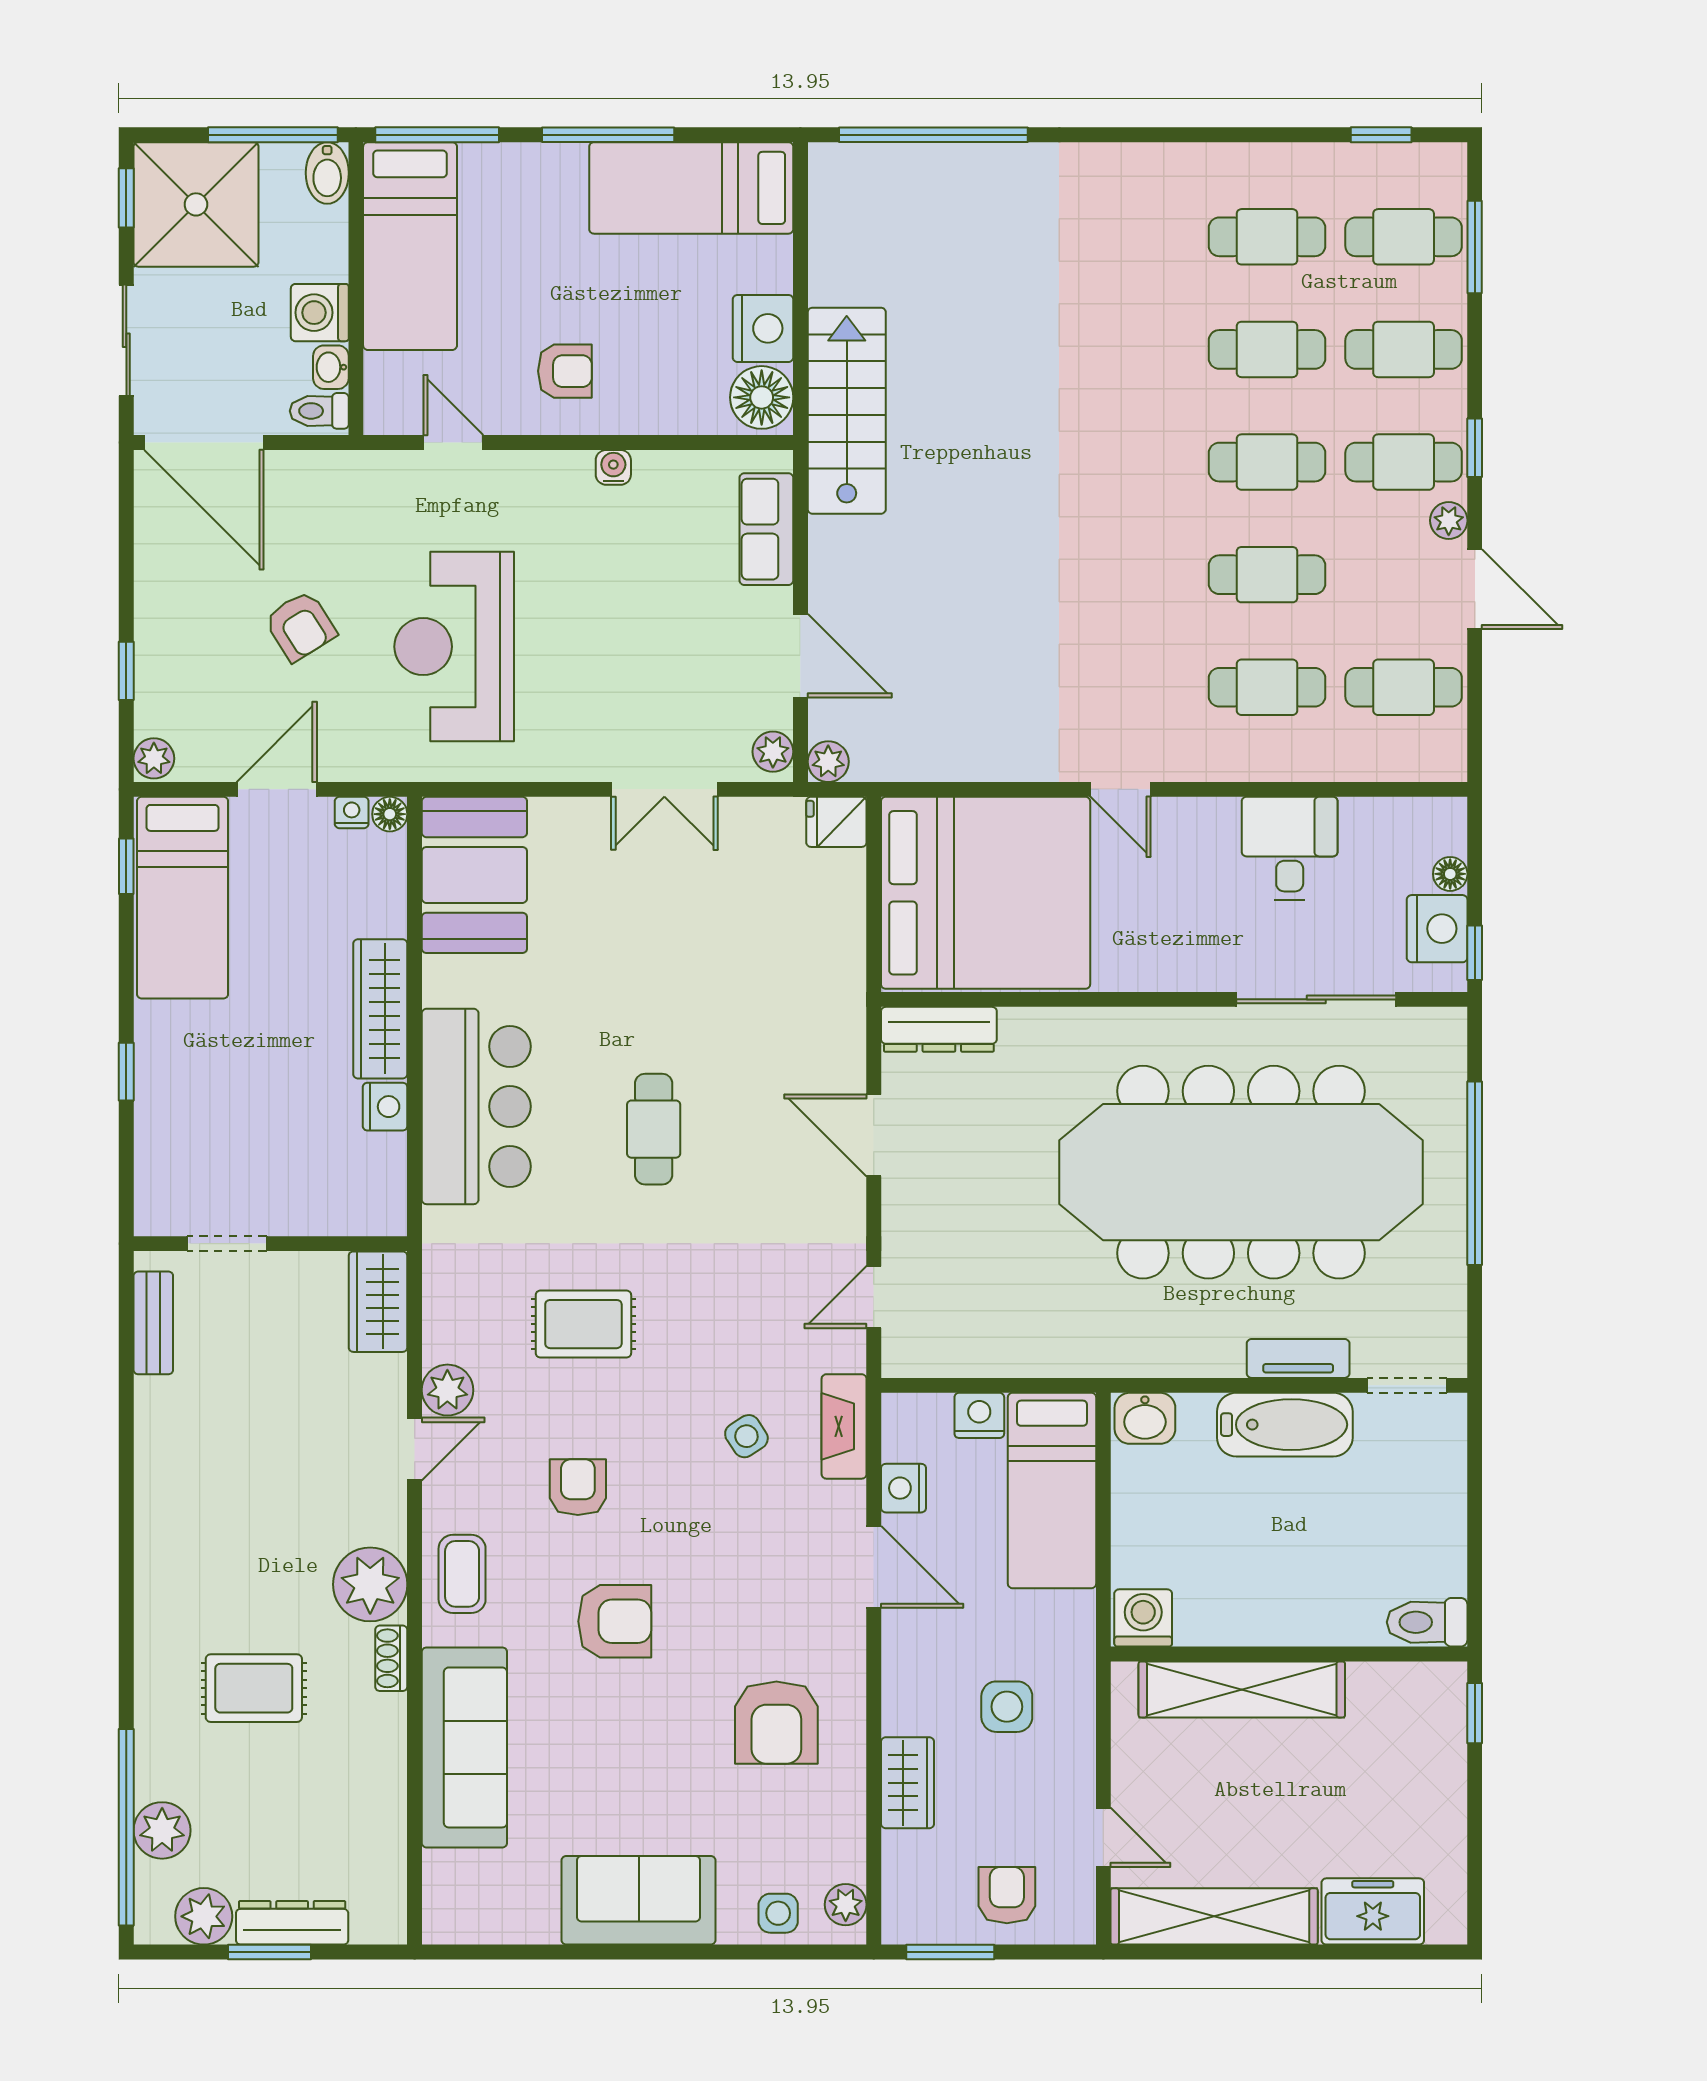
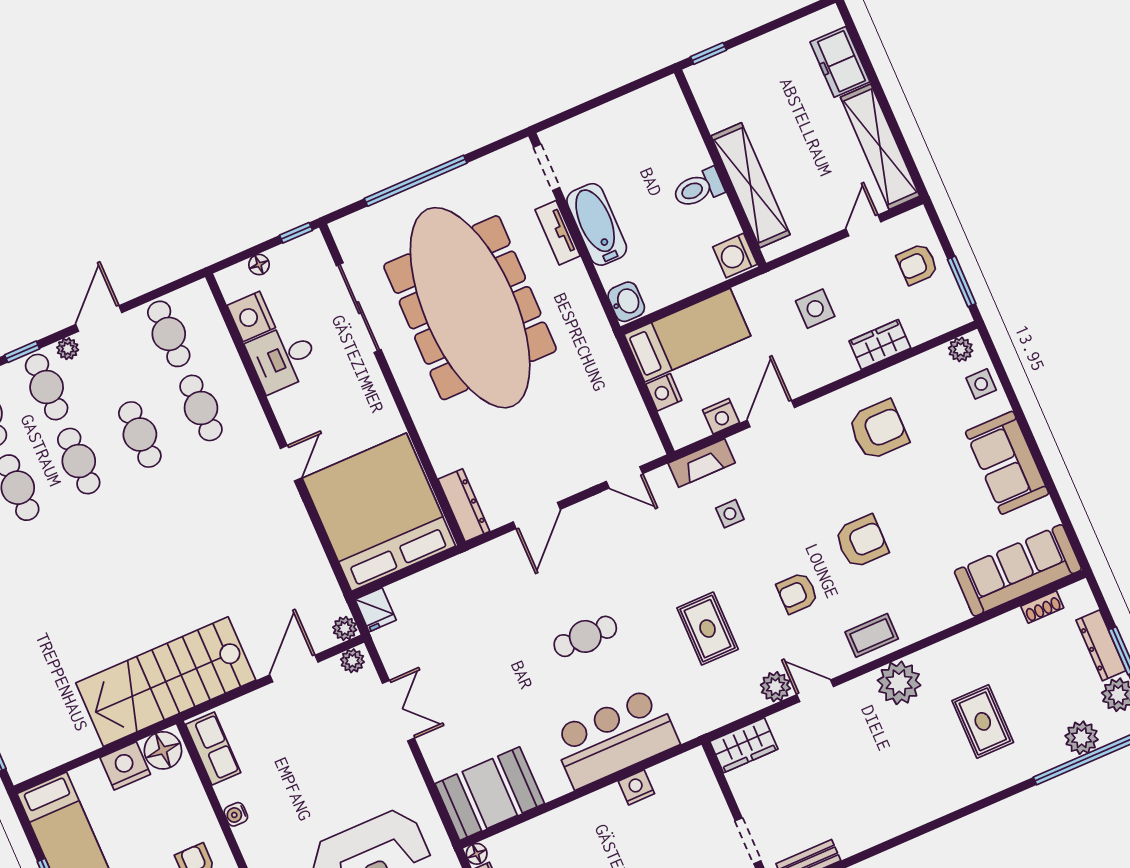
stairs: (847, 411) -> (166, 682), width x1.36, depth x1.51
row of seats: (766, 529) -> (213, 749), moved, turned -90
nightstand: (1437, 929) -> (251, 316), moved, turned -90
wardrobe: (380, 1009) -> (585, 813), removed
side table: (746, 1436) -> (730, 514), turned 33
armchair: (615, 1621) -> (861, 541), turned 90
toilet: (1427, 1622) -> (698, 188), moved, turned 90
shoe rack: (391, 1658) -> (1042, 607), moved
sofa: (464, 1747) -> (1018, 570), moved

